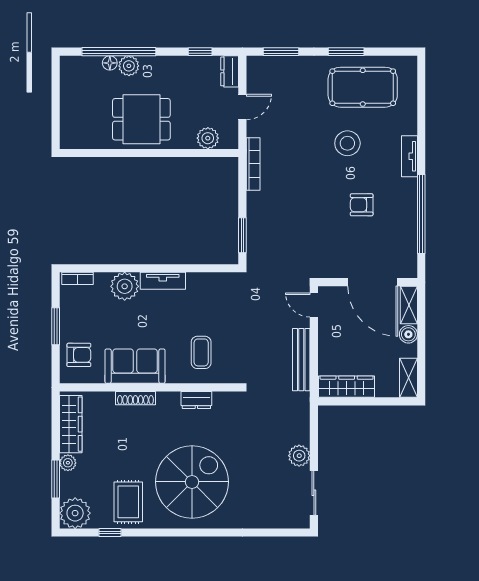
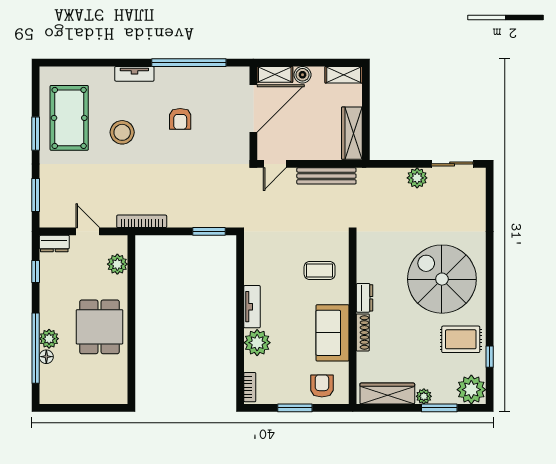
dresser: (196, 400) -> (365, 298), moved

